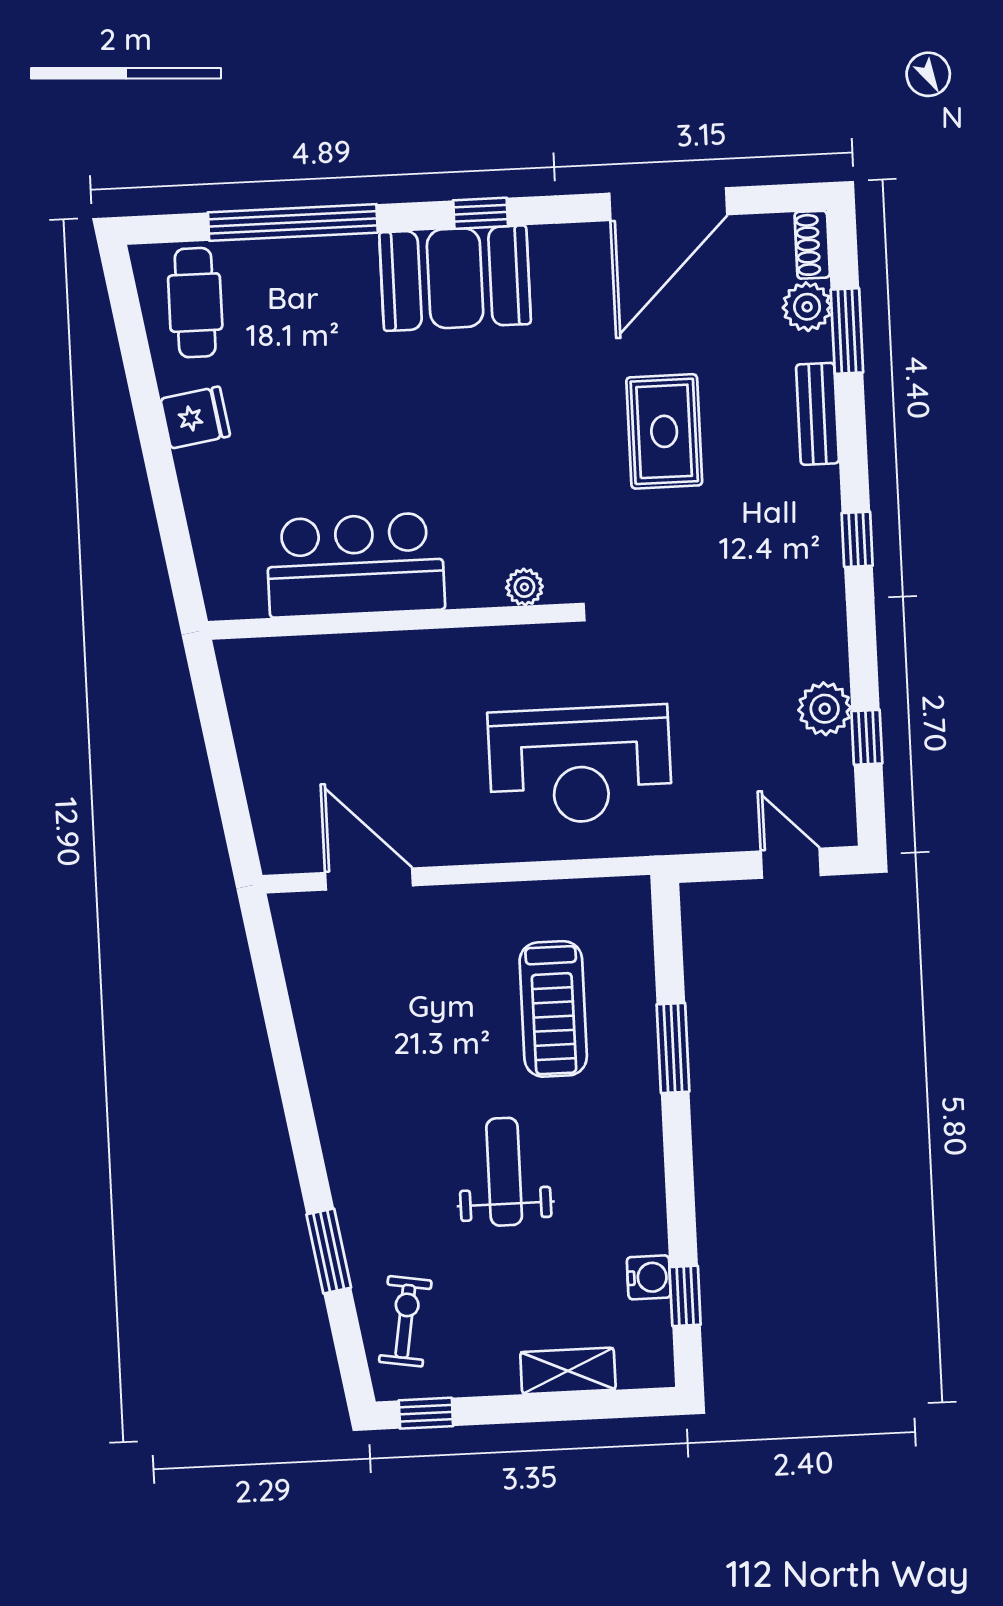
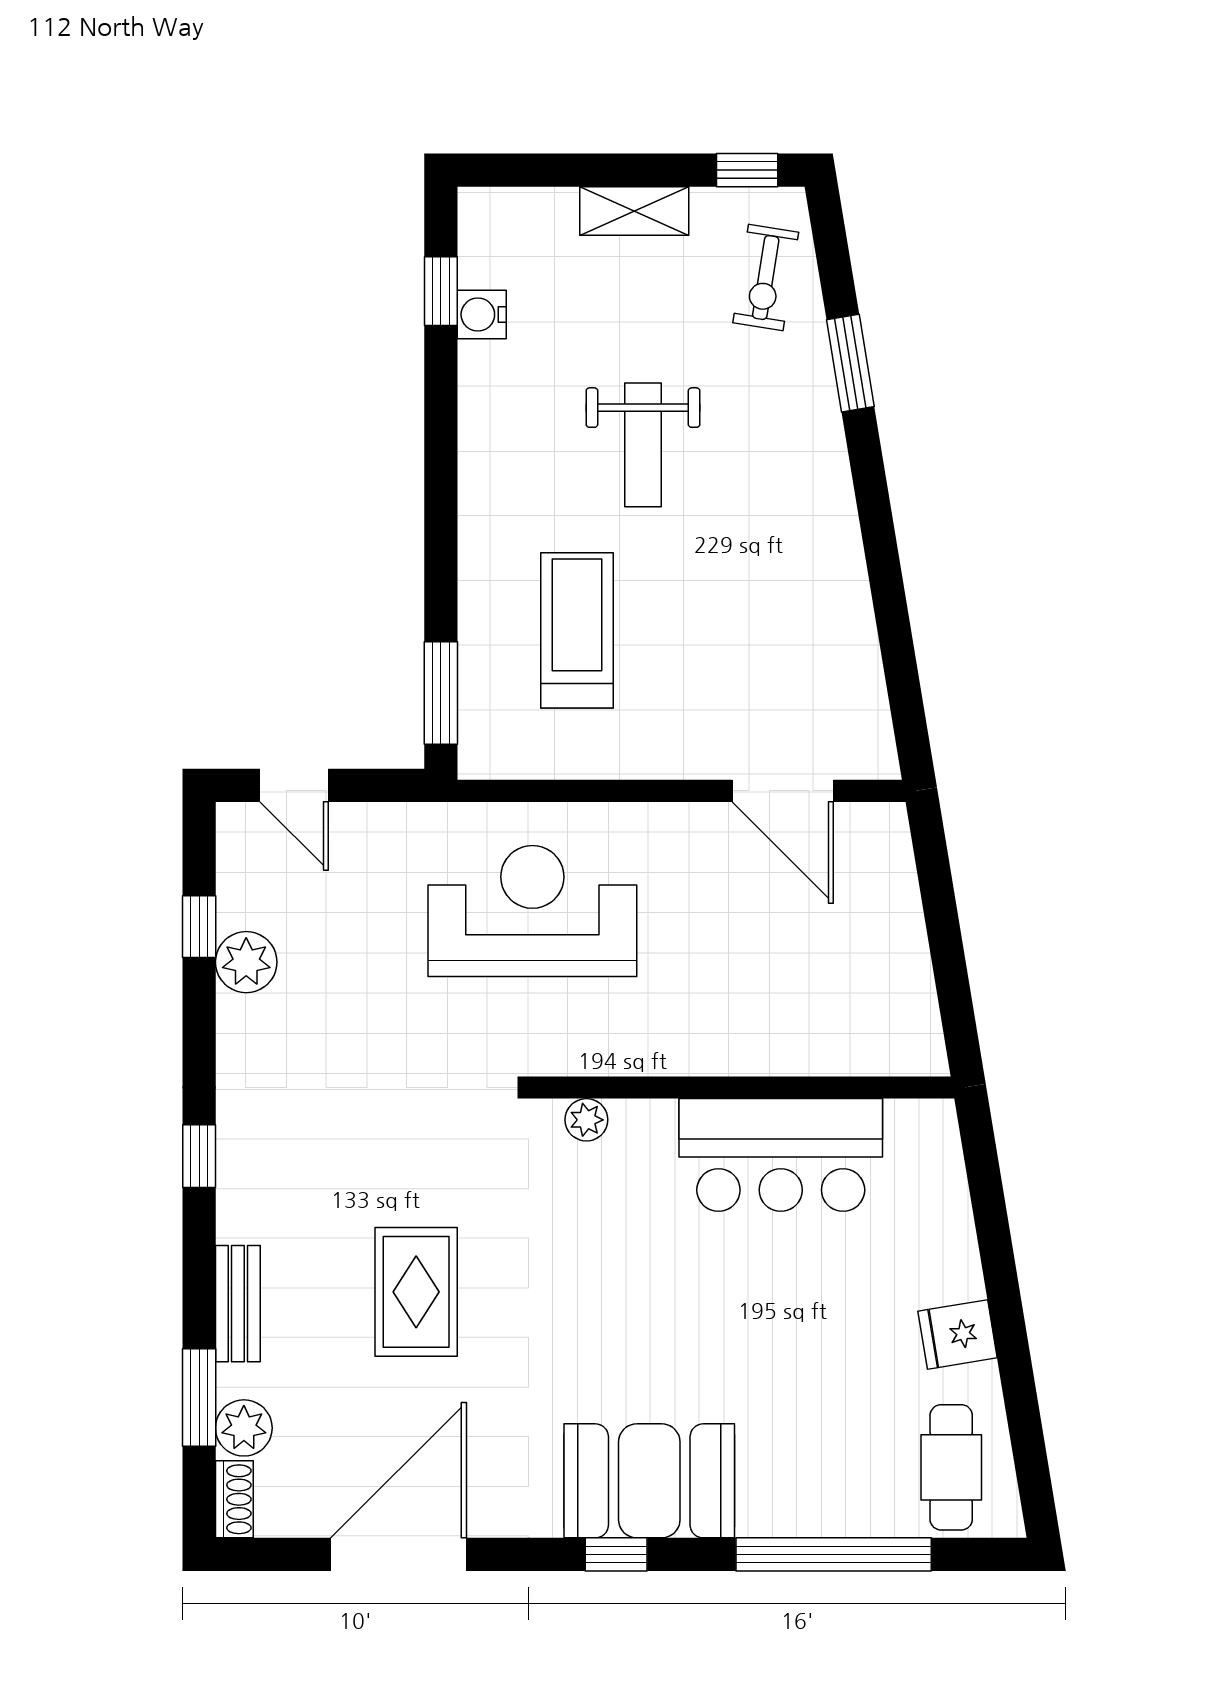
window: (673, 1048) -> (441, 693), moved
shelving: (568, 1371) -> (634, 211), moved

